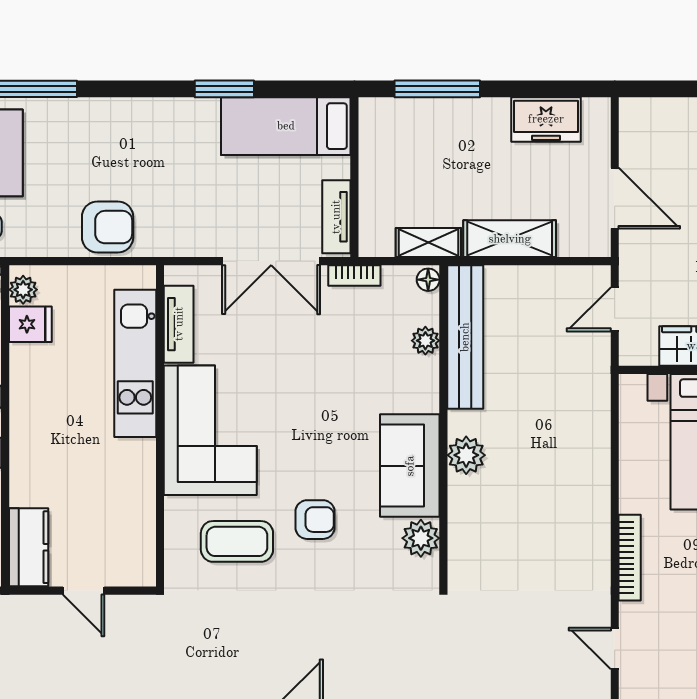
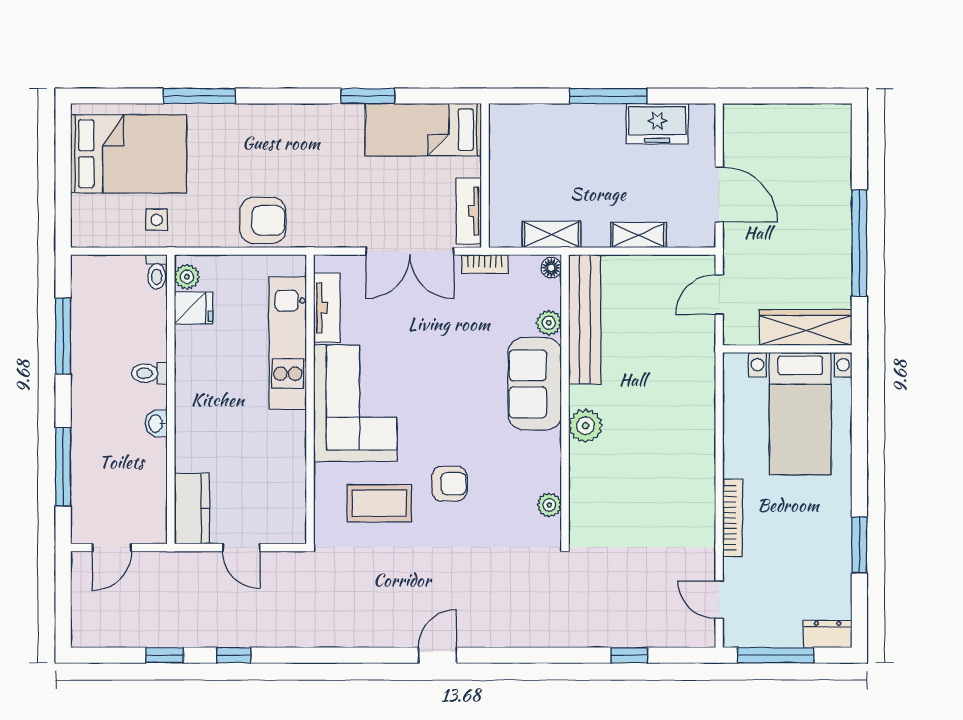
window: (437, 89) -> (608, 96), moved
shelving: (510, 239) -> (639, 235), width x0.67, depth x0.75
sofa: (410, 466) -> (535, 384), moved
plant: (421, 538) -> (549, 505), width x0.73, depth x0.73

